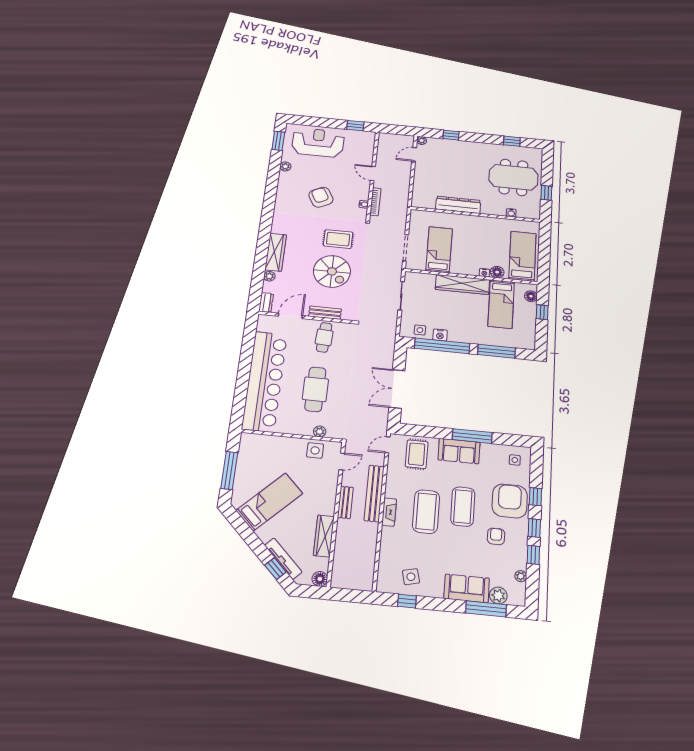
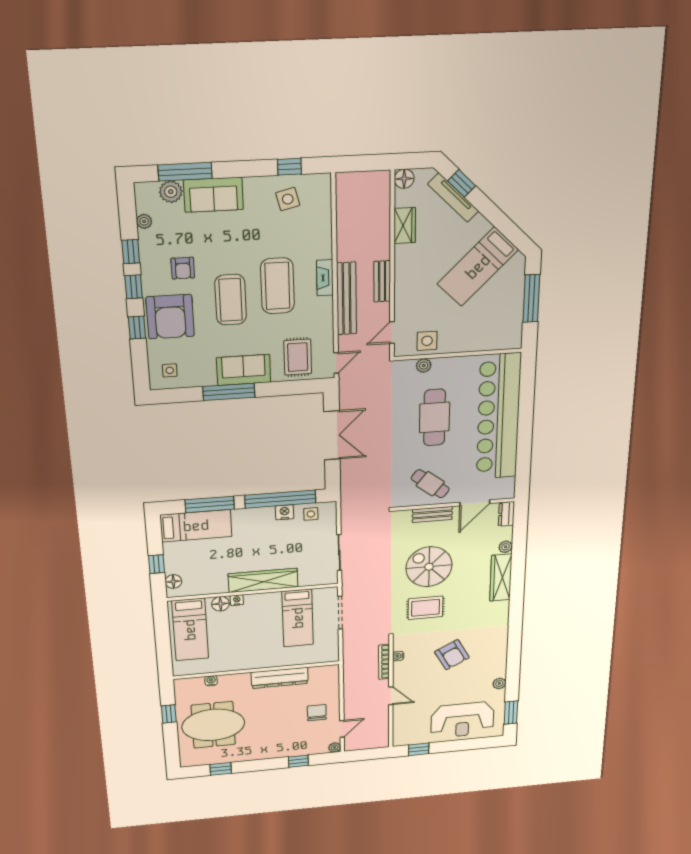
chair: (432, 171) -> (317, 713), added
bed: (501, 304) -> (196, 526), moved, turned 90
cafe table: (324, 337) -> (430, 484), turned -55
wardrobe: (324, 536) -> (405, 226), width x0.67

